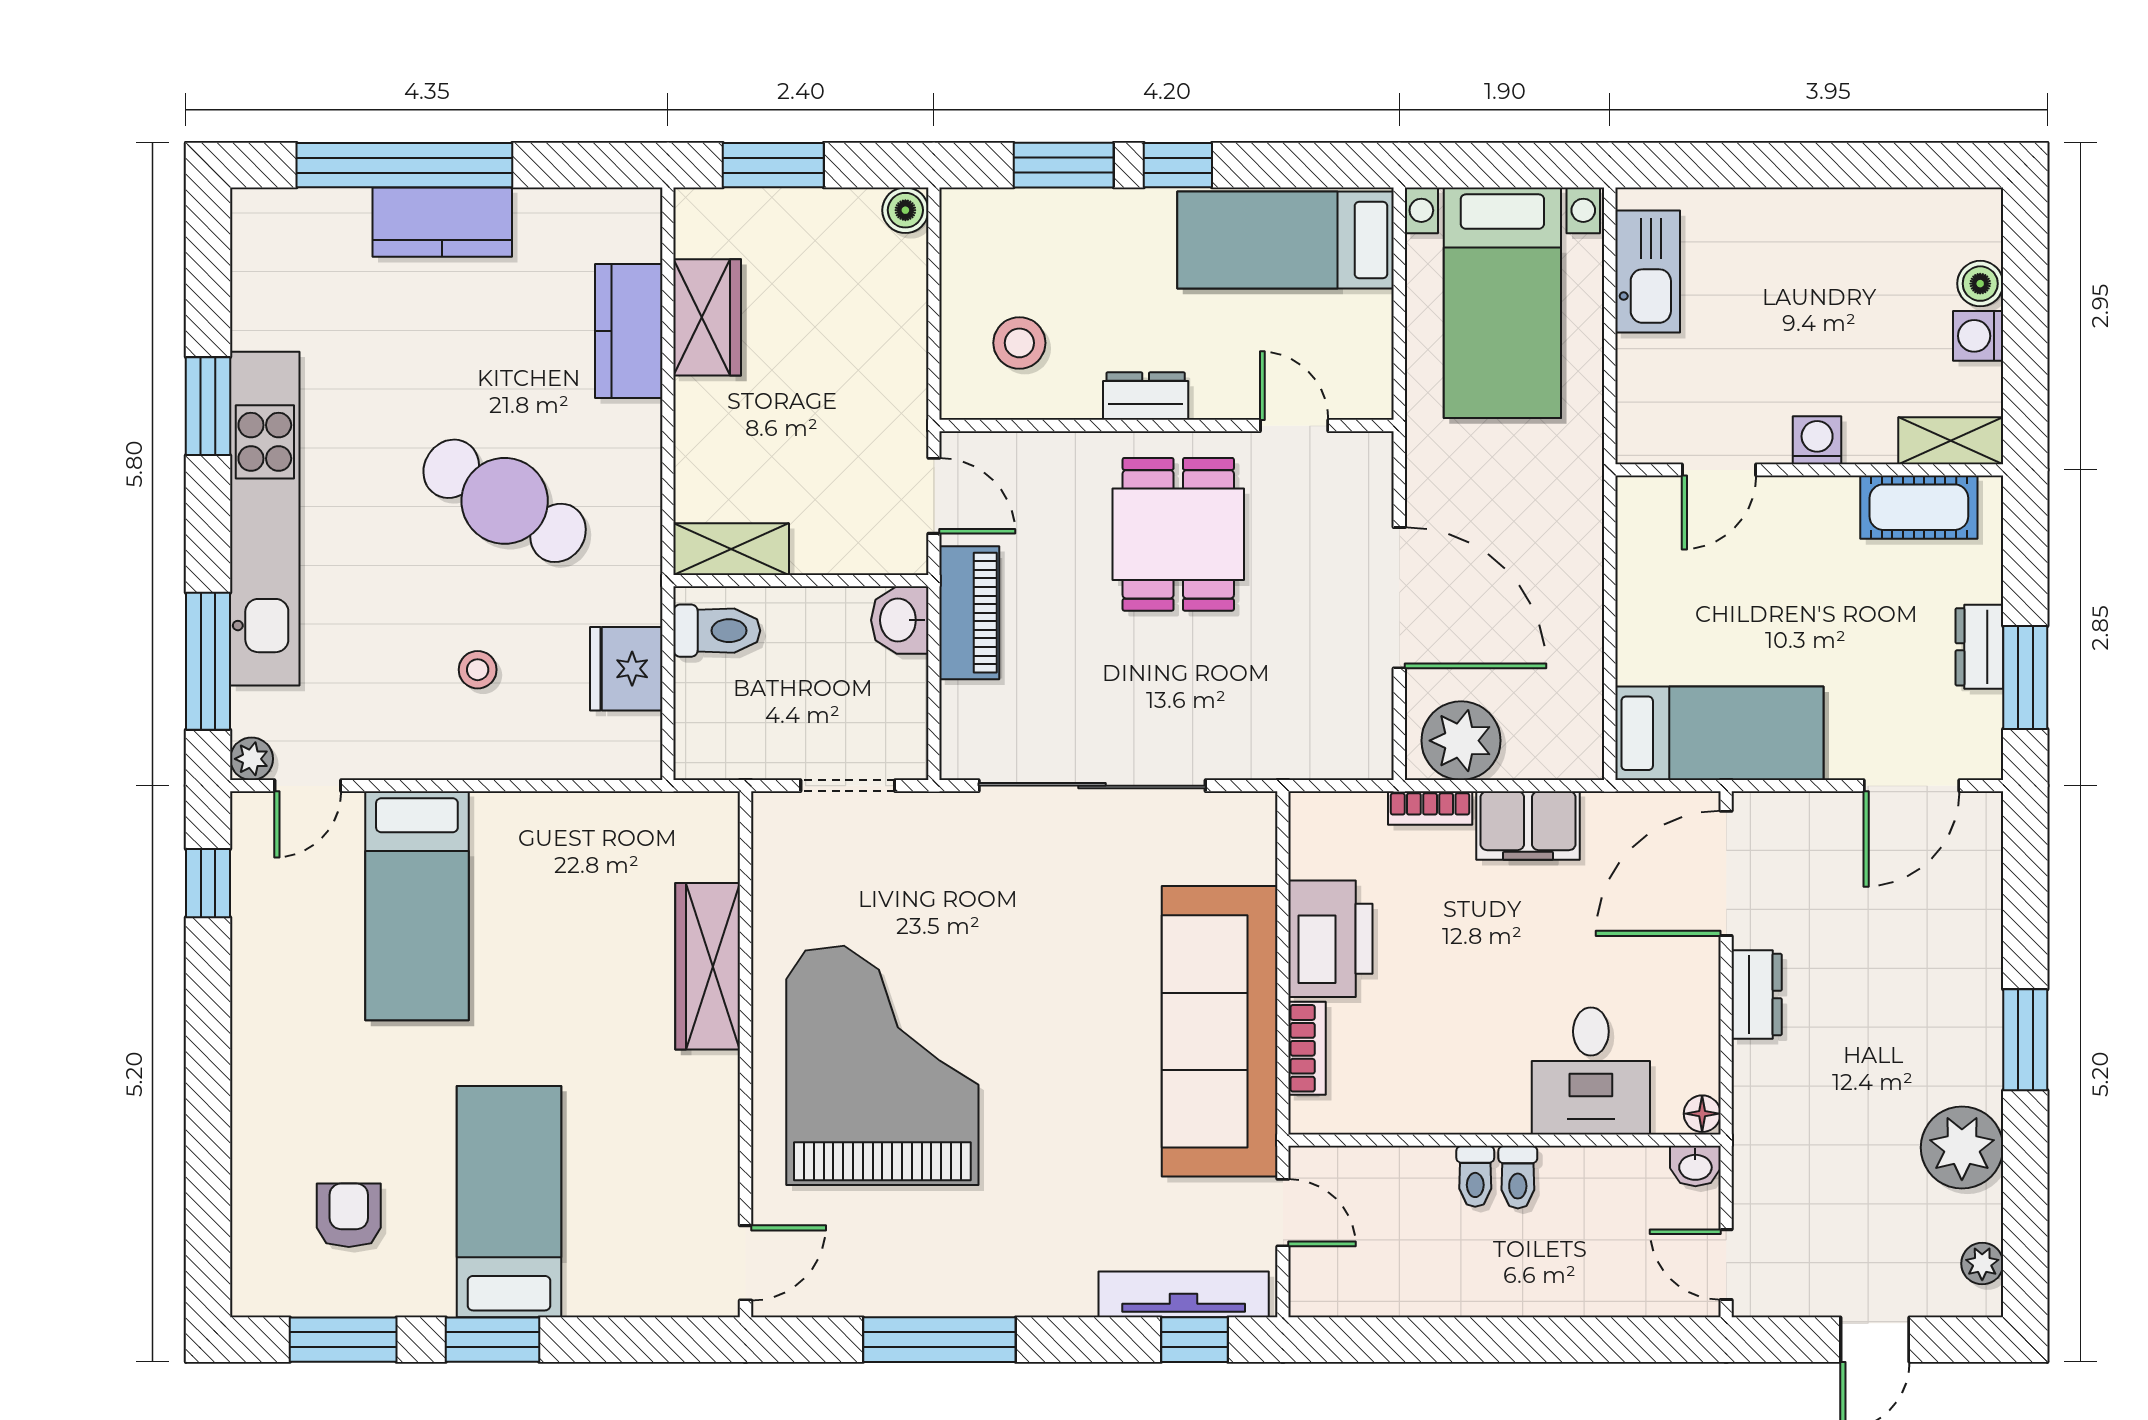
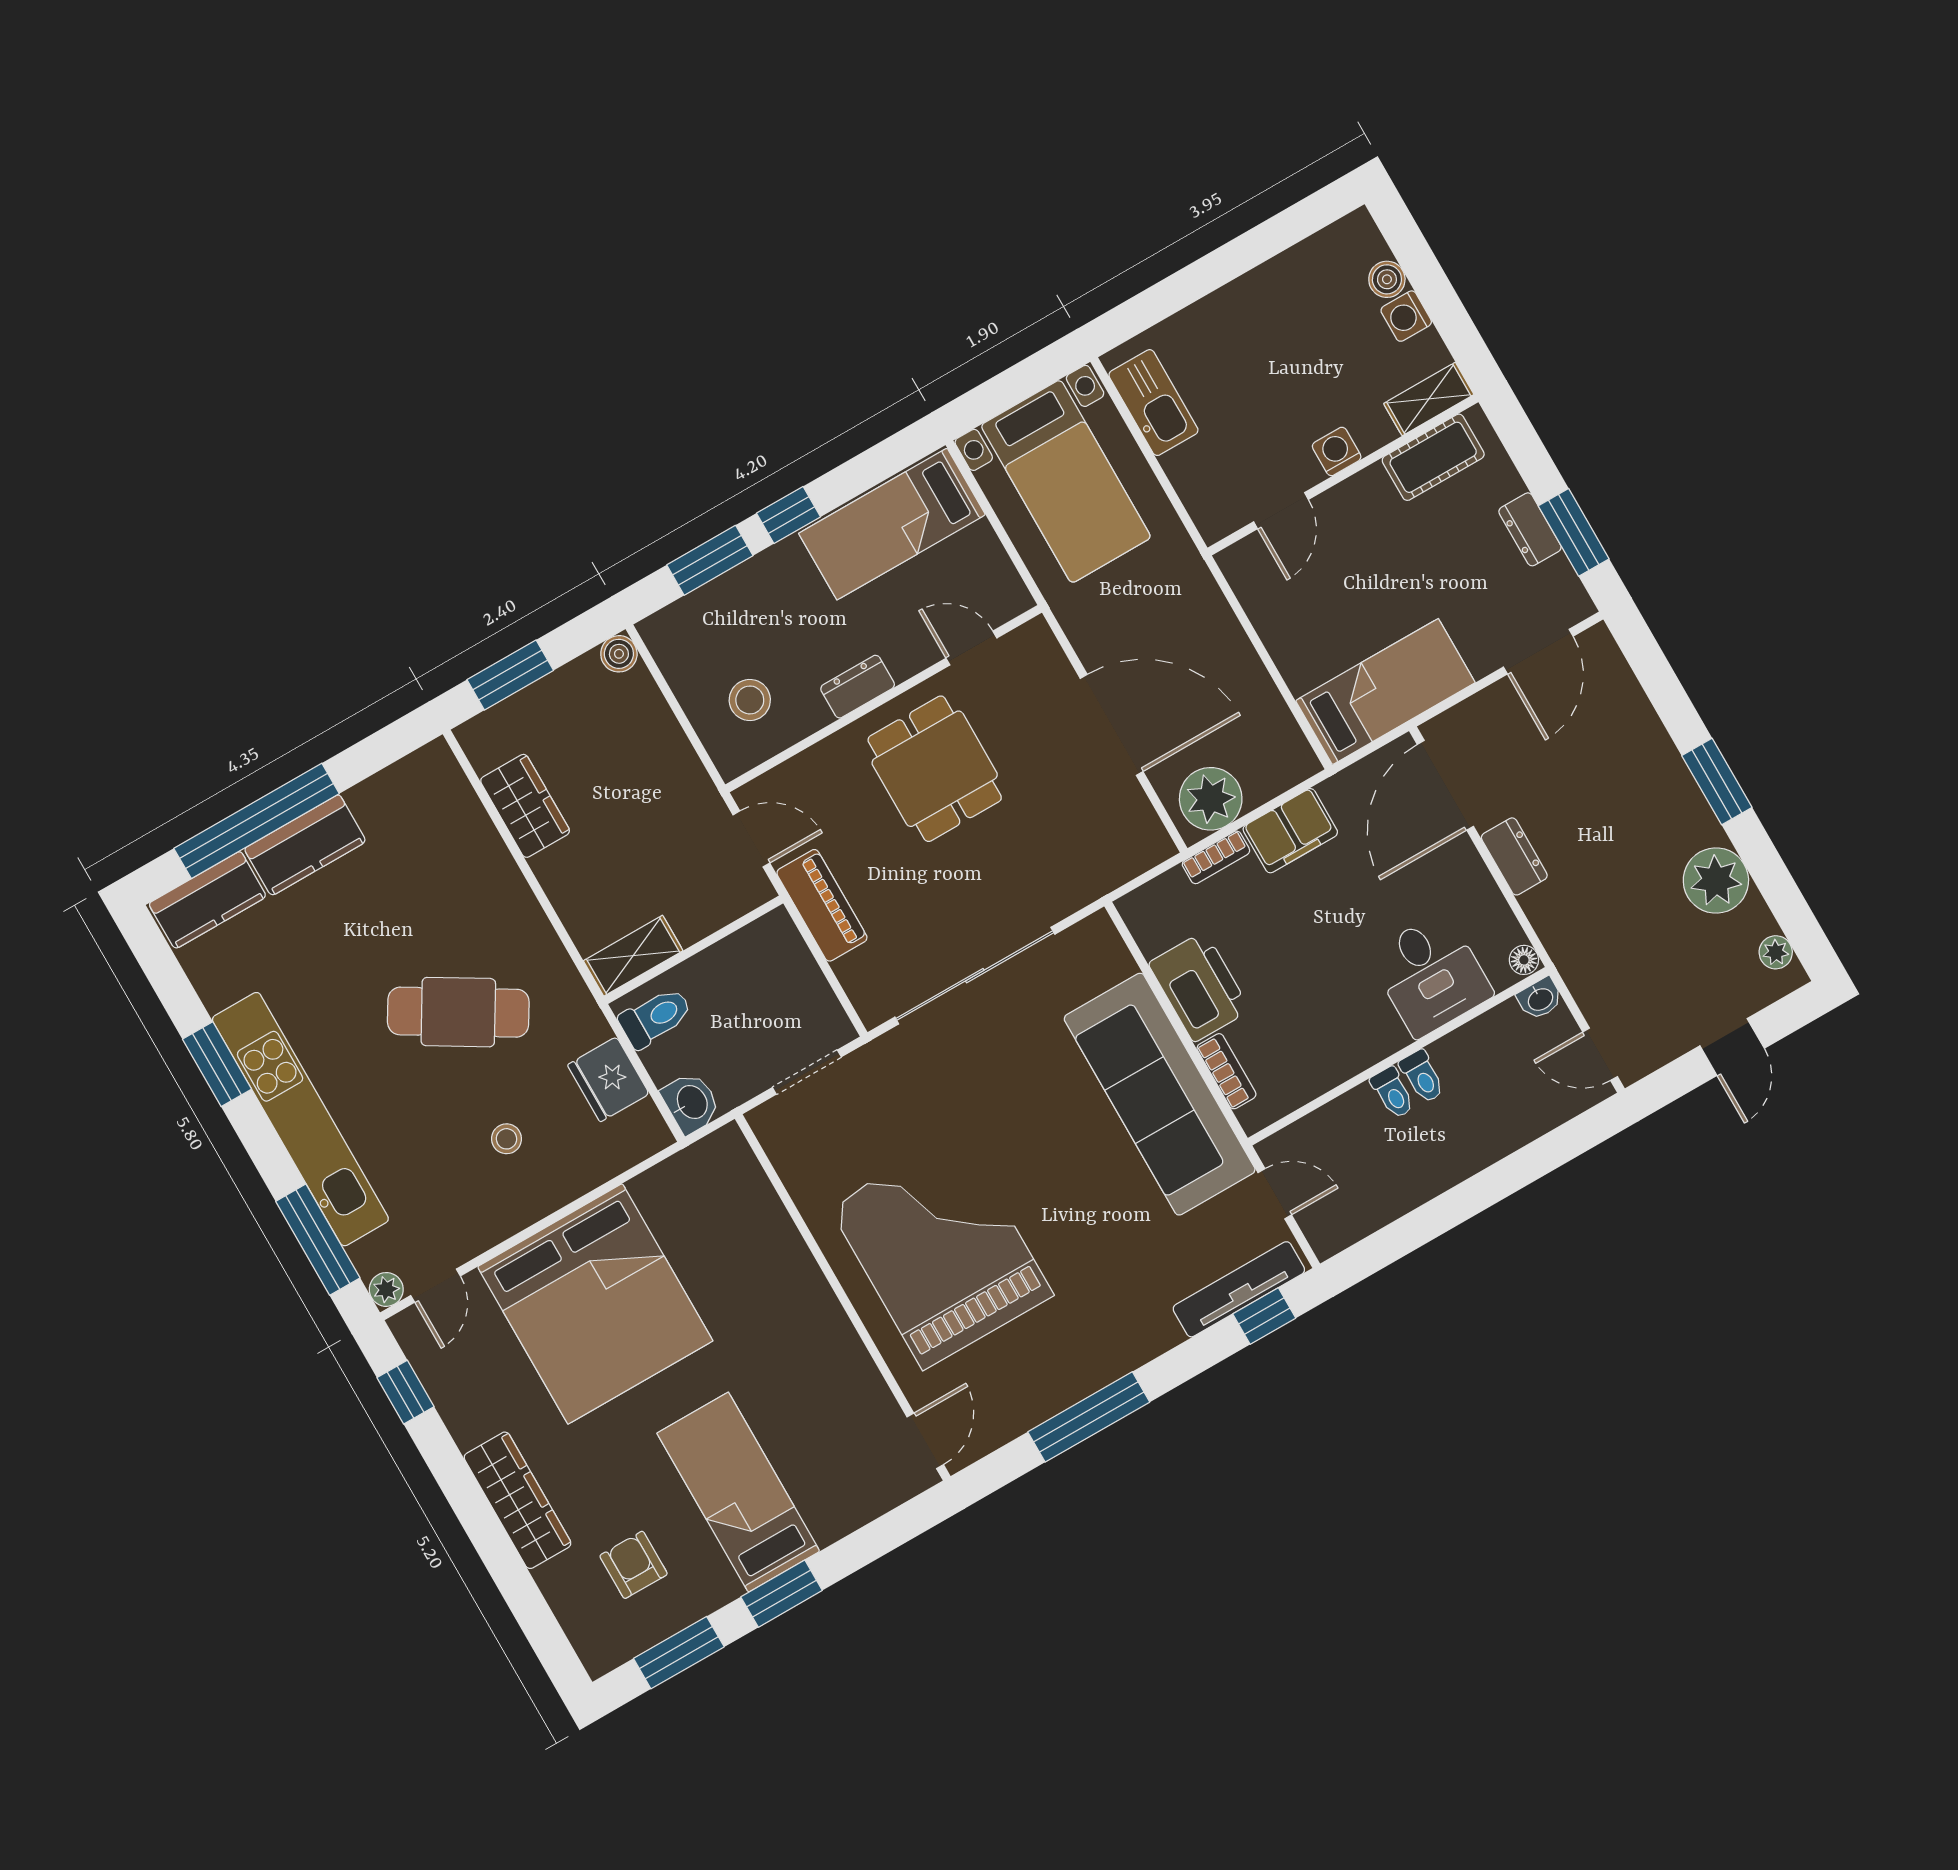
kitchen counter: (629, 331) -> (208, 900), moved, turned -90
washbasin: (900, 620) -> (691, 1103), moved, turned 180
bed: (417, 906) -> (595, 1304), width x2.04
wardrobe: (708, 966) -> (518, 1500), moved, turned 180

